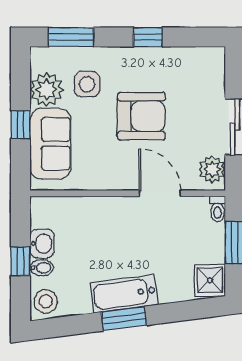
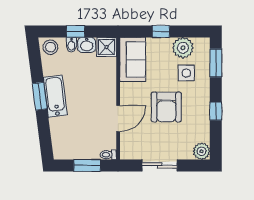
sofa: (50, 144) -> (133, 60), moved, turned -90
plant: (212, 169) -> (202, 151), moved
shower: (210, 280) -> (107, 47), moved

